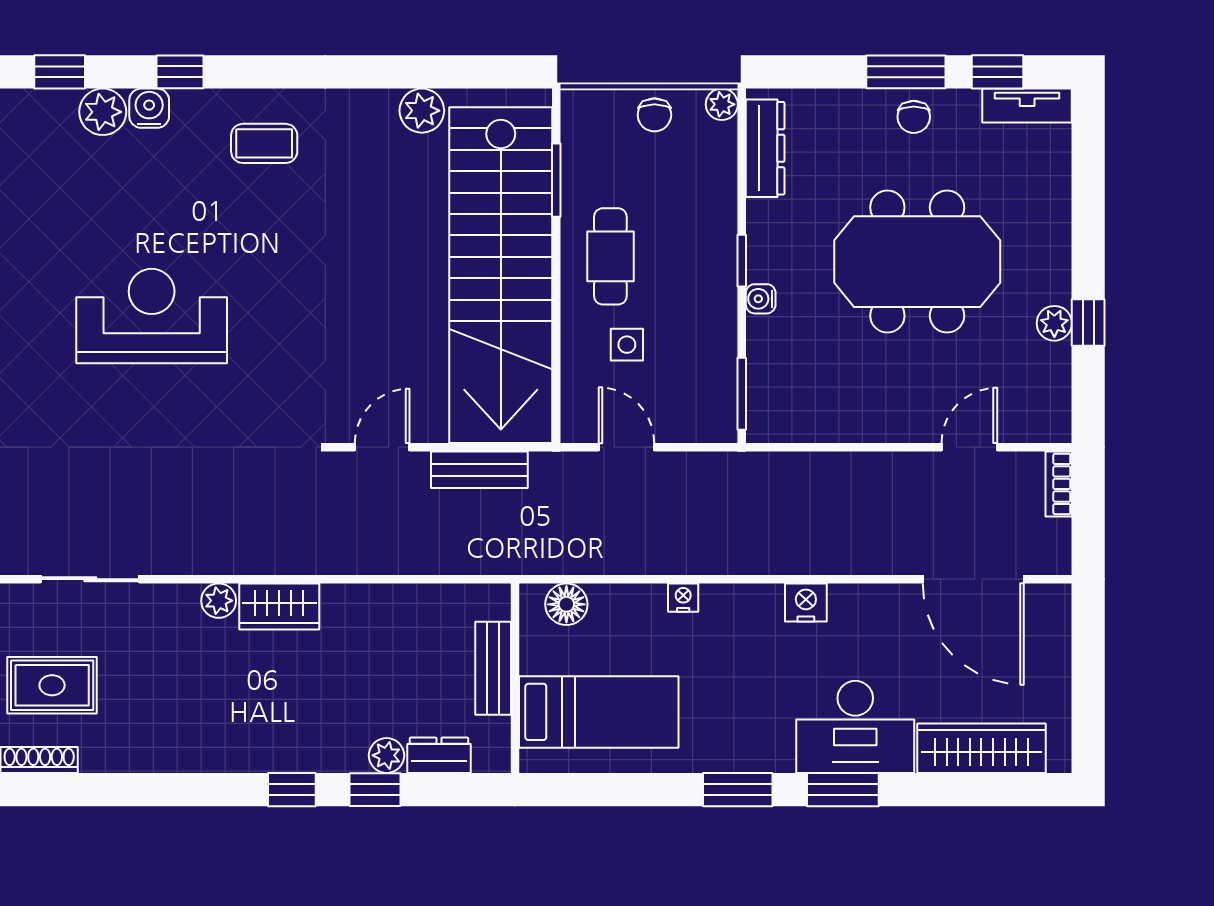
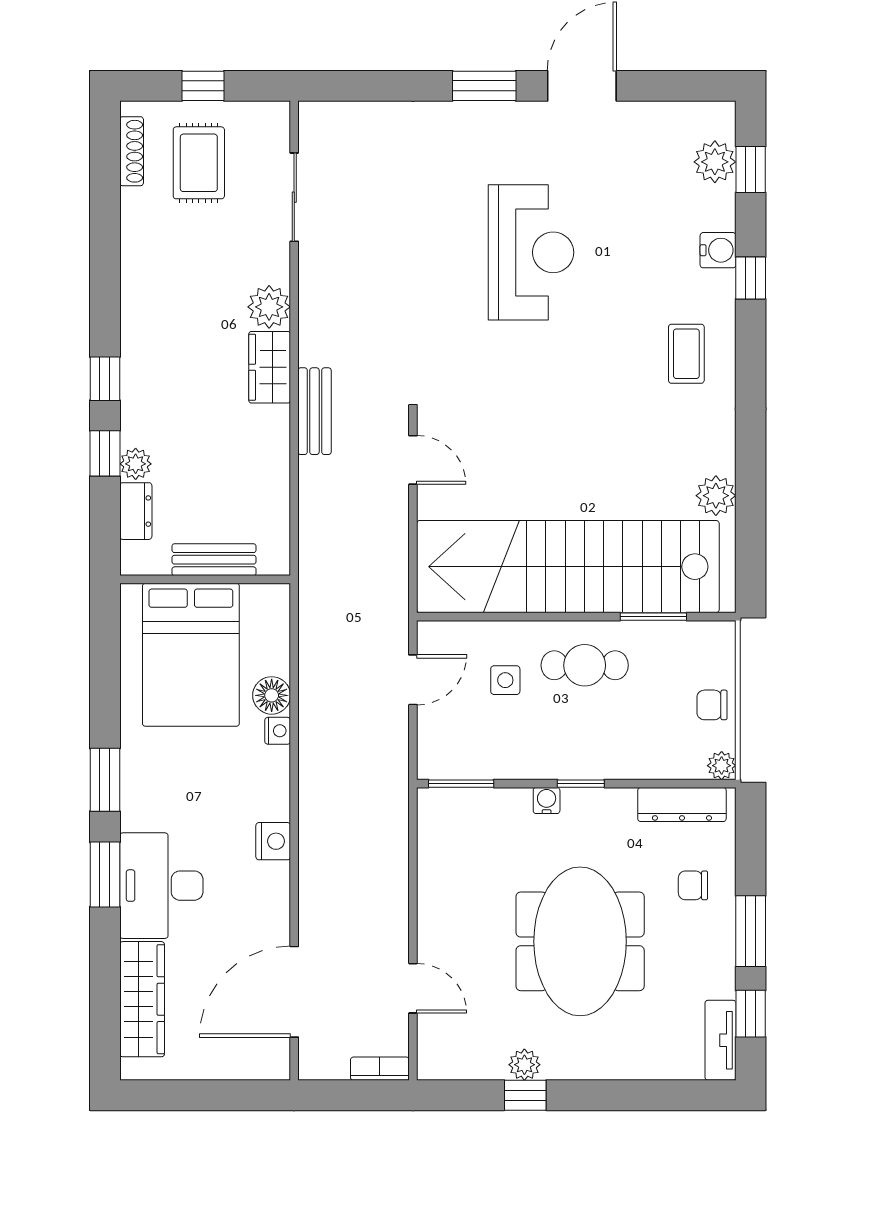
plant: (103, 112) -> (715, 162), moved
chair: (914, 117) -> (693, 885), moved
bench: (479, 470) -> (314, 411), moved
plant: (219, 601) -> (269, 307), width x1.38, depth x1.38
floor lamp: (566, 604) -> (272, 695), moved
bed: (599, 712) -> (191, 655), width x1.50

